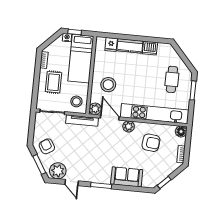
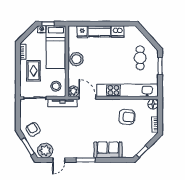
stool: (108, 85) -> (76, 59), moved
plant: (129, 126) -> (105, 104), removed
door: (72, 183) -> (59, 160), hinge flipped

